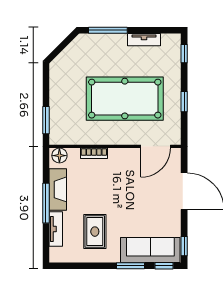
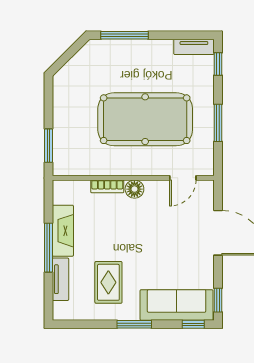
tv unit: (144, 40) -> (194, 47), moved
window: (184, 102) -> (218, 123), width x1.50
door: (156, 146) -> (183, 178), width x0.73
floor lamp: (59, 156) -> (134, 189), moved
window: (131, 266) -> (134, 324), moved

